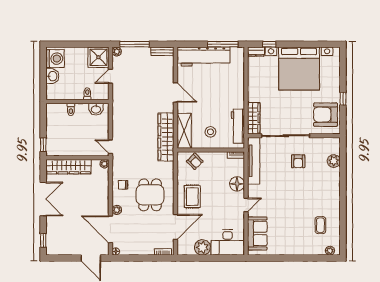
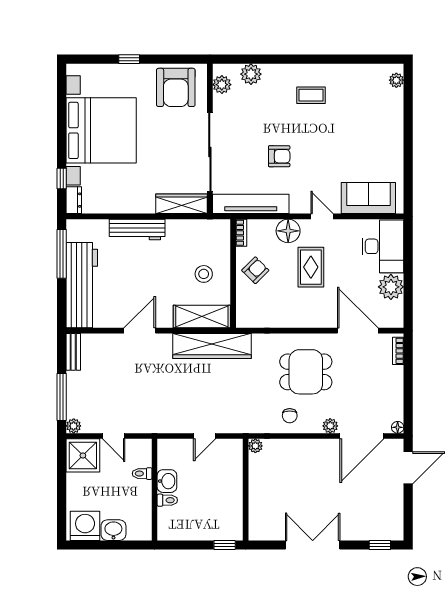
window: (343, 99) -> (129, 59), moved
washbasin: (96, 109) -> (167, 481), moved
workbench: (238, 126) -> (137, 229), moved
plant: (327, 143) -> (222, 85), added
door: (110, 147) -> (205, 436), moved
armchair: (195, 161) -> (255, 270), moved
armchair: (298, 161) -> (279, 156), moved
wardrobe: (69, 167) -> (260, 504), removed
rug: (192, 197) -> (311, 267), moved, turned 90
coffee table: (320, 225) -> (311, 95), moved

